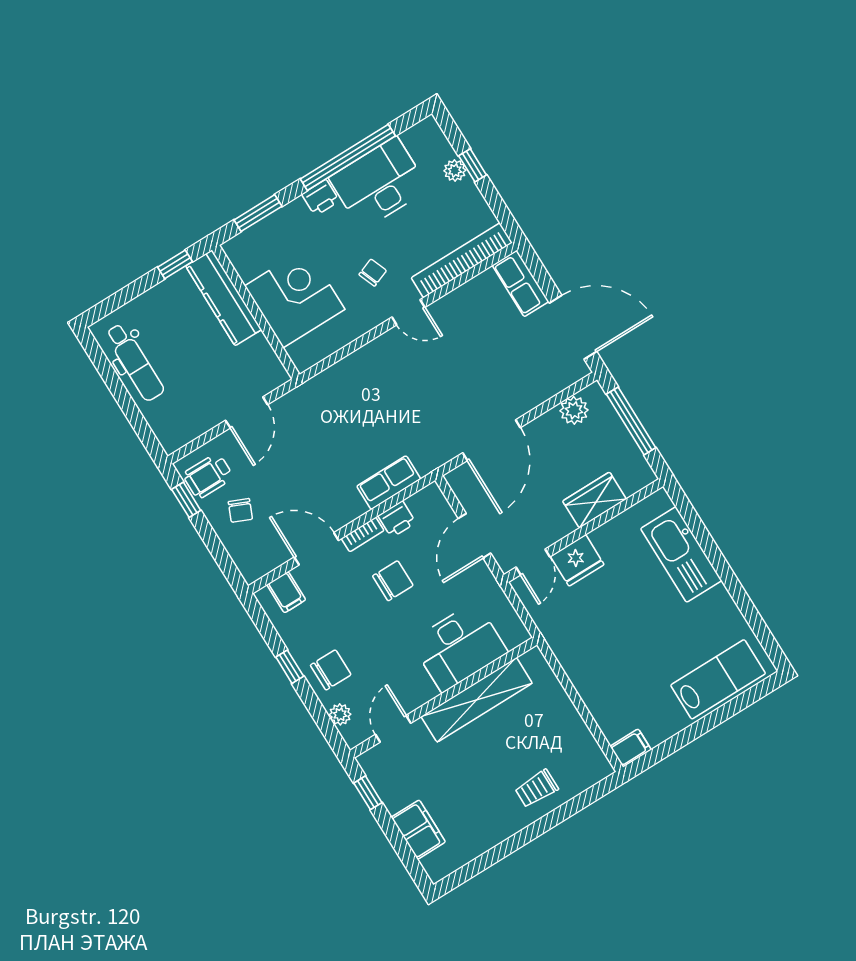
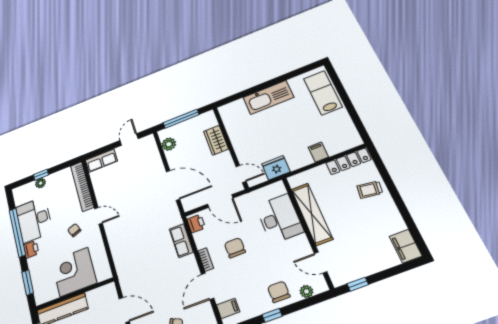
door: (408, 312) -> (99, 216), hinge flipped
door: (573, 327) -> (129, 140), width x0.53
printer: (397, 519) -> (196, 223), moved
kitchen sink: (681, 555) -> (268, 97), moved
fridge: (577, 560) -> (276, 168), moved, turned -90
locker: (585, 746) -> (348, 161), added
filing cabinet: (631, 748) -> (318, 152), moved
trolley: (537, 789) -> (370, 190), turned 98
filing cabinet: (418, 830) -> (406, 246), moved, turned -90

